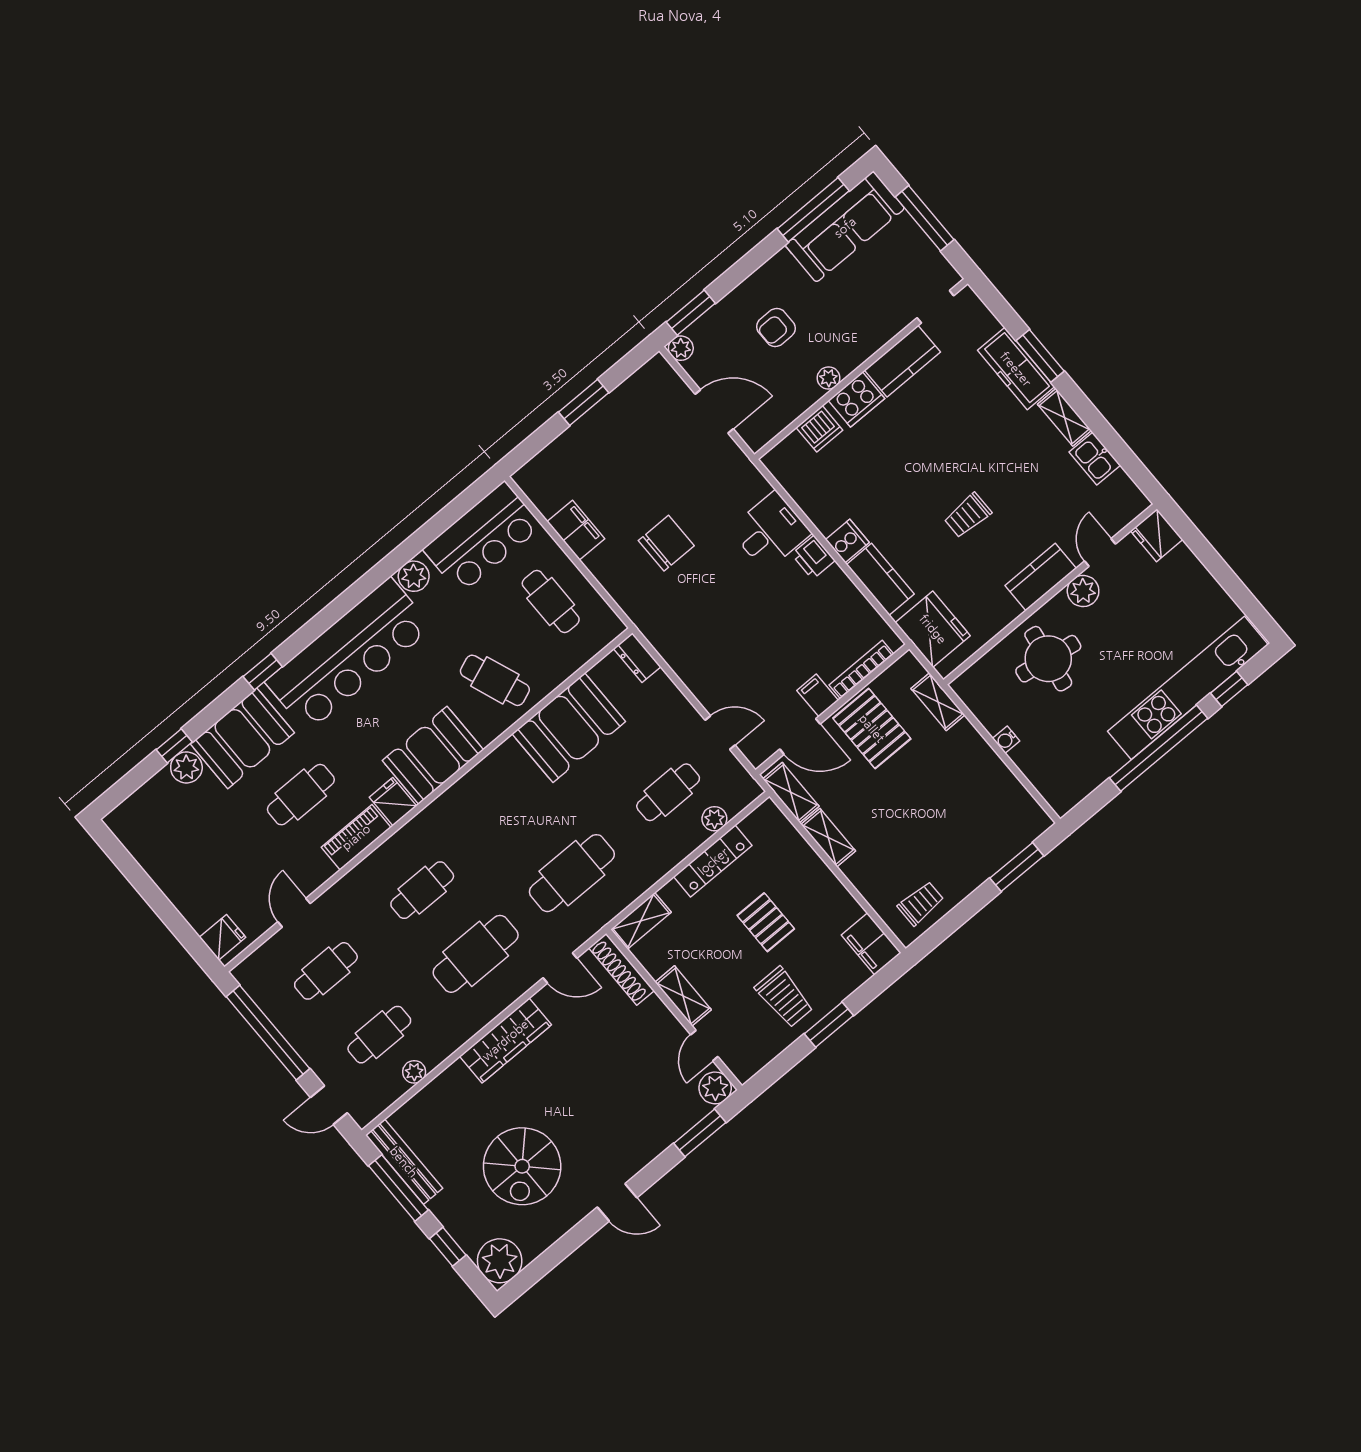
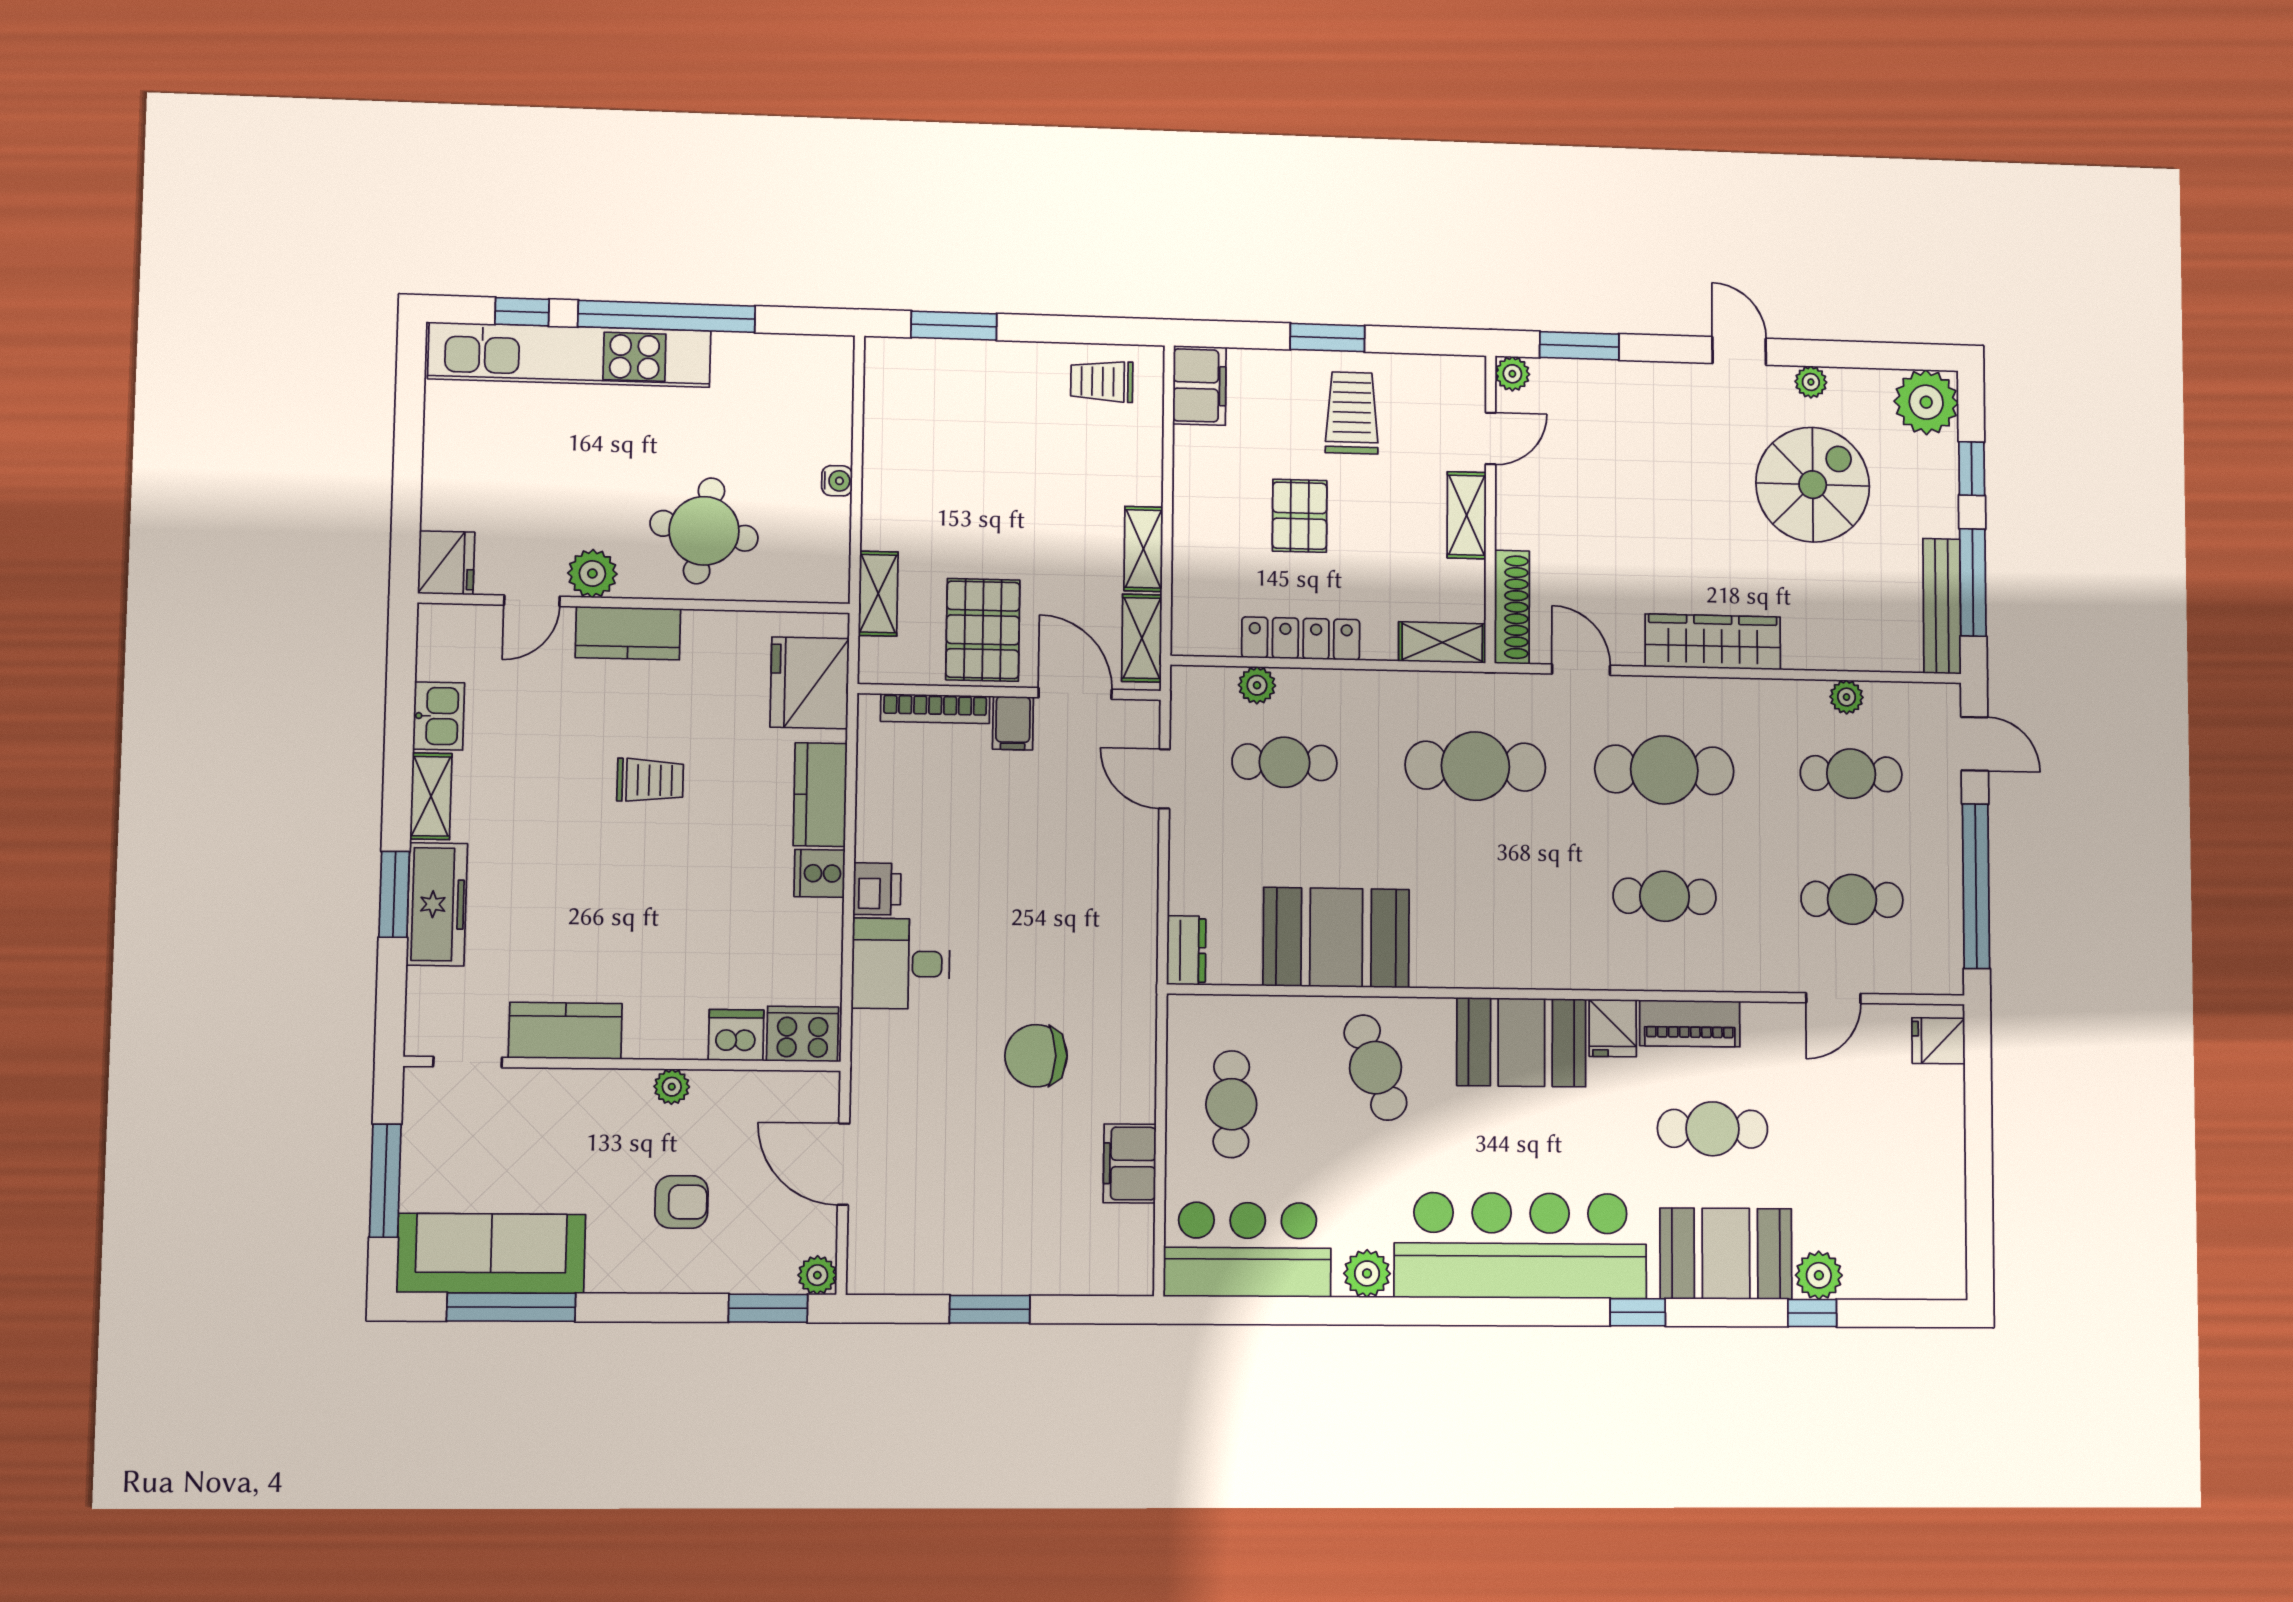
cooker: (856, 399) -> (803, 1034), moved
plant: (715, 1088) -> (1512, 374), width x0.73, depth x0.73
plant: (567, 1219) -> (1811, 382), added

